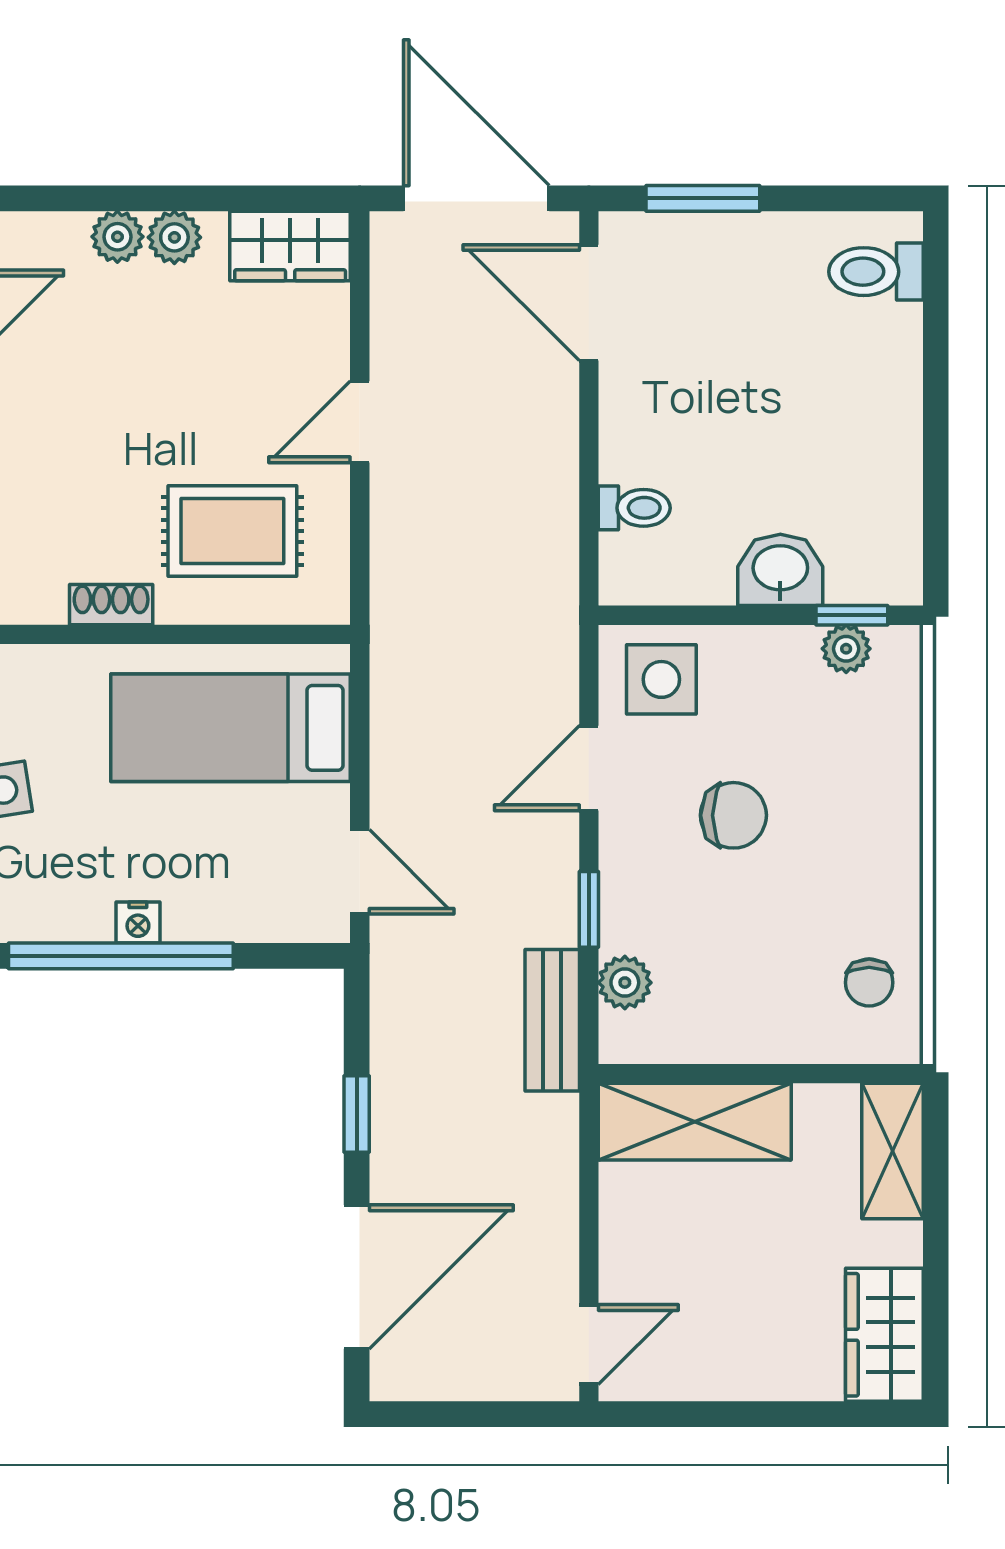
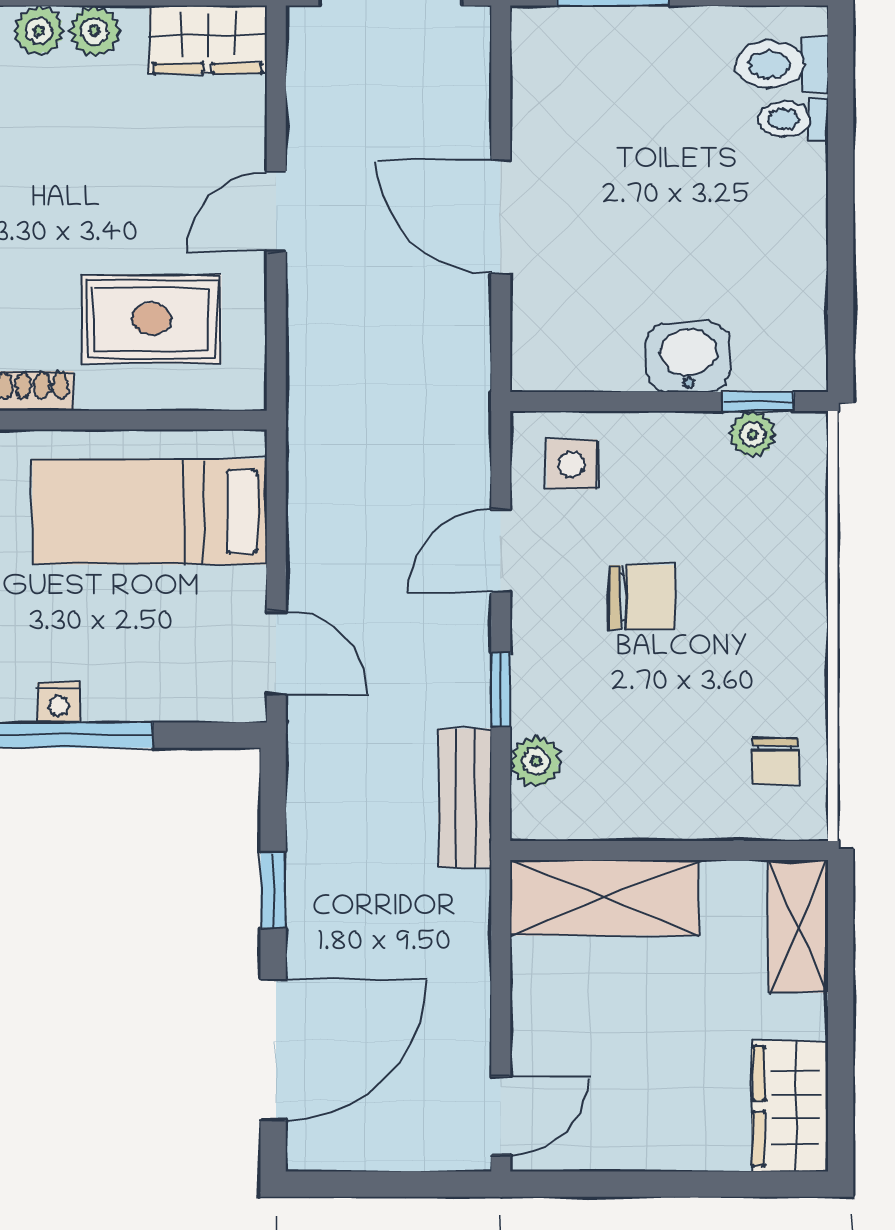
door: (589, 303) -> (501, 217), moved
toilet: (634, 508) -> (793, 119), moved, turned 180
side table: (661, 679) -> (572, 464), width x0.73, depth x0.73

